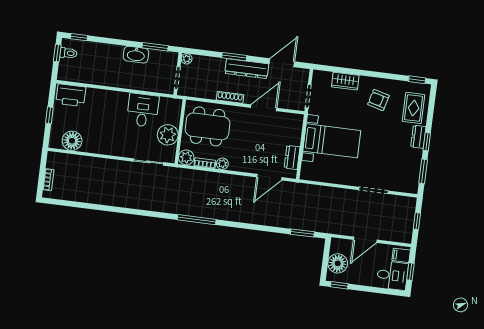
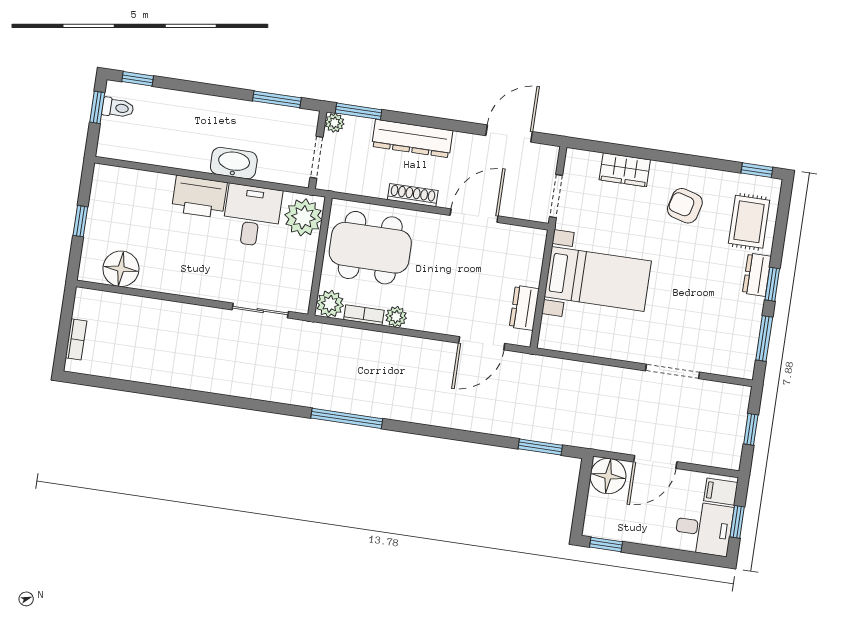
washbasin: (136, 55) -> (234, 163), moved, turned 180
window: (234, 57) -> (359, 111), moved
dresser: (247, 69) -> (412, 139), moved
printer: (71, 95) -> (199, 197), moved
plant: (168, 135) -> (303, 217), moved
floor lamp: (338, 263) -> (608, 476), moved

